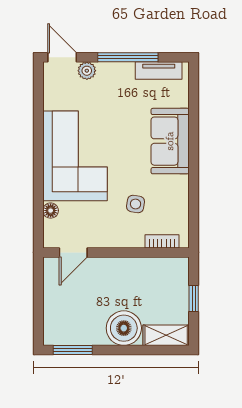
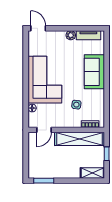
window: (128, 57) -> (72, 28), removed
plant: (87, 71) -> (71, 35), moved
shelving: (141, 270) -> (79, 139), added
boiler: (124, 328) -> (70, 169), removed

